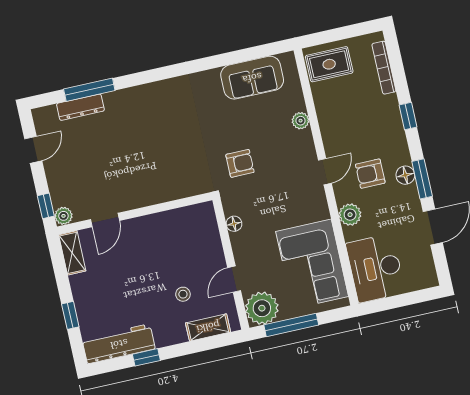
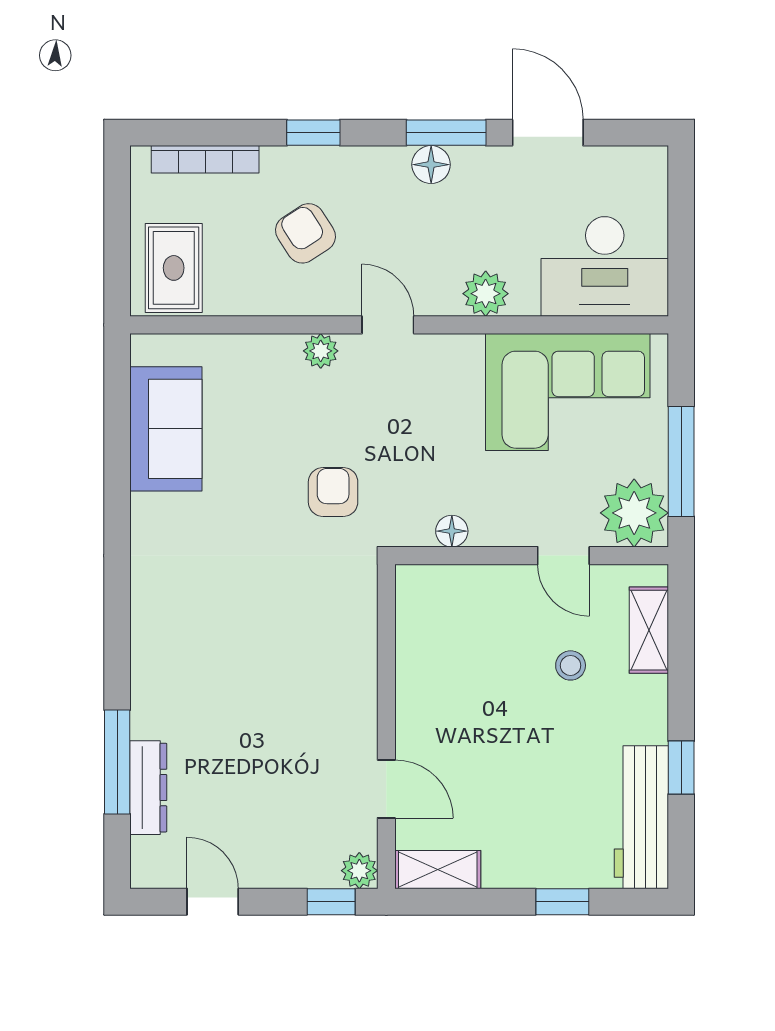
plant: (301, 121) -> (321, 351), moved
armchair: (370, 174) -> (306, 233), moved, turned 147

